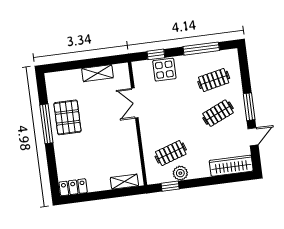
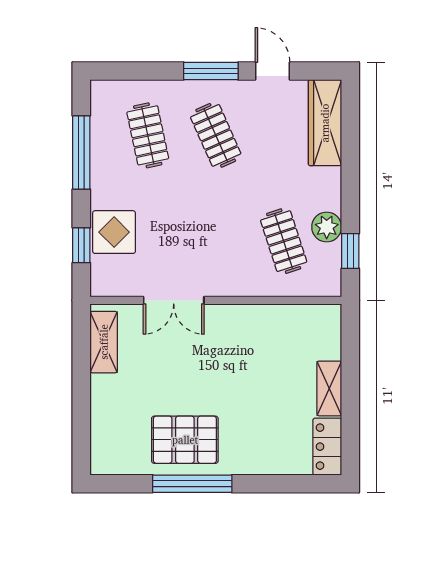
shelving: (97, 73) -> (104, 342), moved
shelving: (124, 182) -> (329, 388), moved

